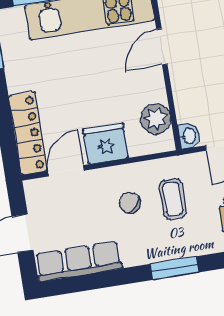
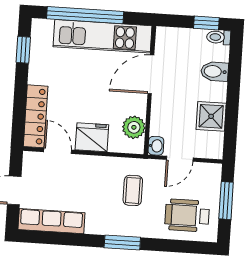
door: (162, 47) -> (151, 74), width x1.38
door: (66, 171) -> (58, 151), hinge flipped
chair: (130, 203) -> (100, 186), removed

